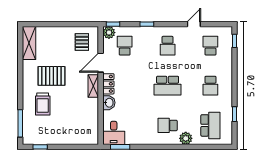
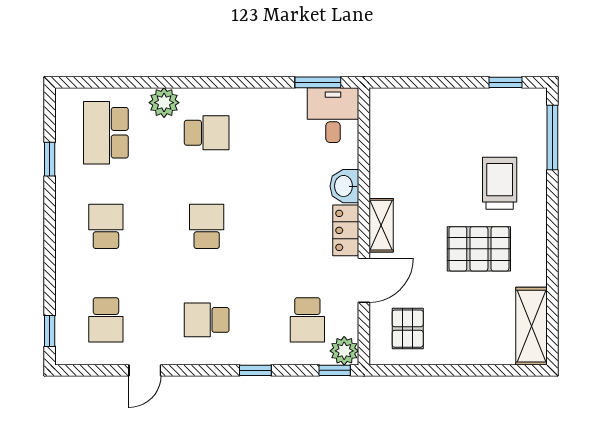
school desk: (168, 46) -> (207, 320), turned -90
school desk: (168, 86) -> (207, 226), width x0.54

